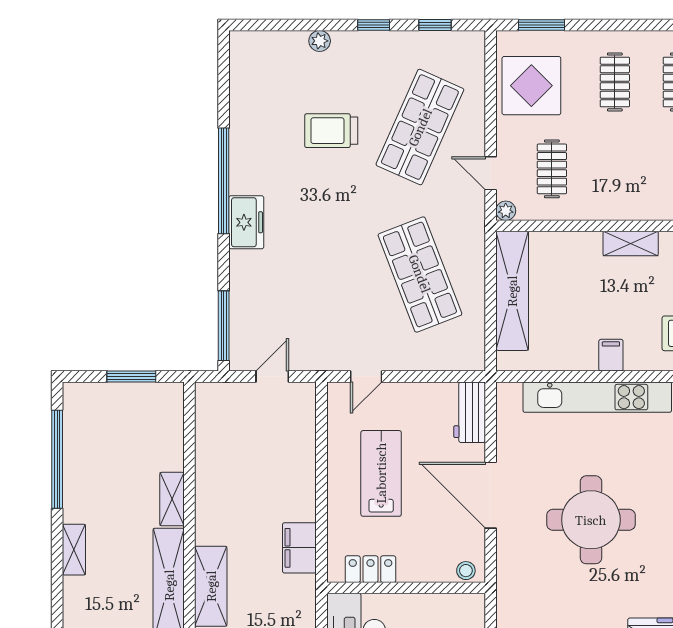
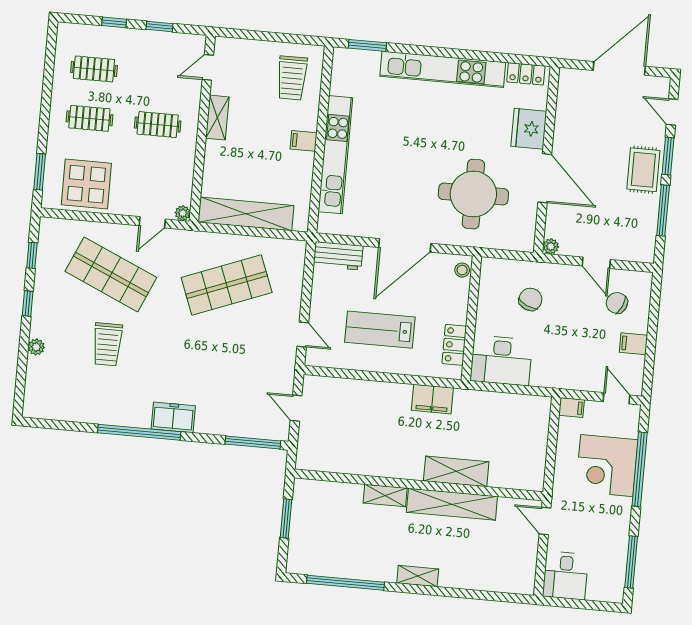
clothes rail: (552, 169) -> (158, 125), moved
round table: (591, 520) -> (473, 194), moved

